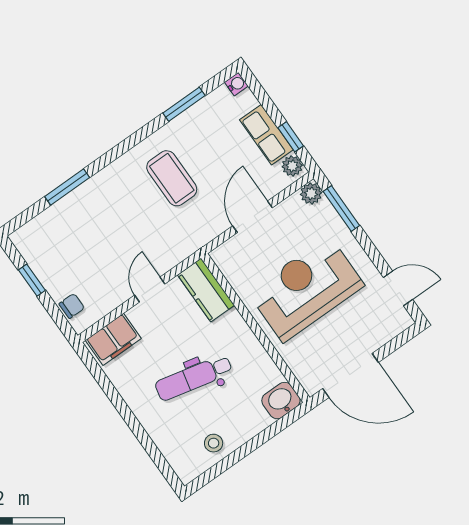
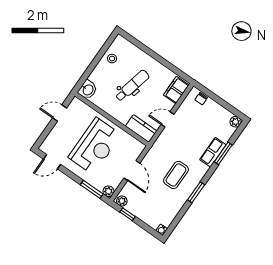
window: (184, 104) -> (196, 192), moved
row of seats: (266, 135) -> (213, 152), moved, turned -90
coffee table: (172, 178) -> (176, 175), turned 90
plant: (22, 239) -> (236, 122), added
window: (32, 280) -> (224, 104), removed
door: (150, 290) -> (168, 119), swing flipped
door: (350, 375) -> (60, 113), width x0.53

